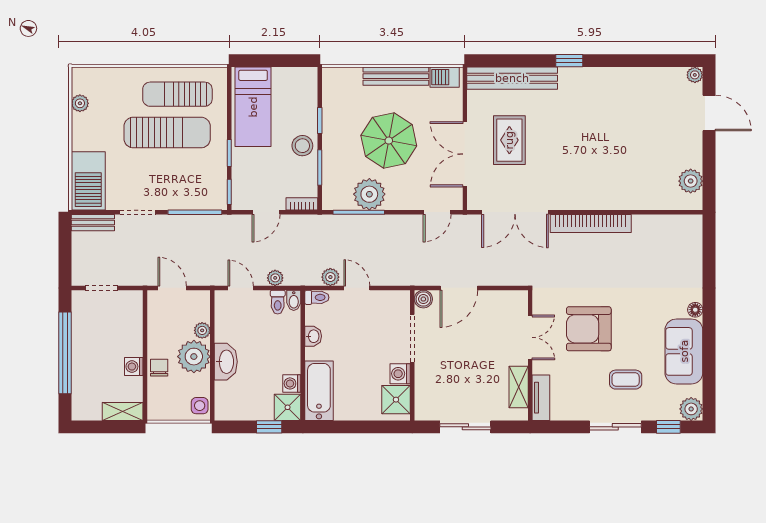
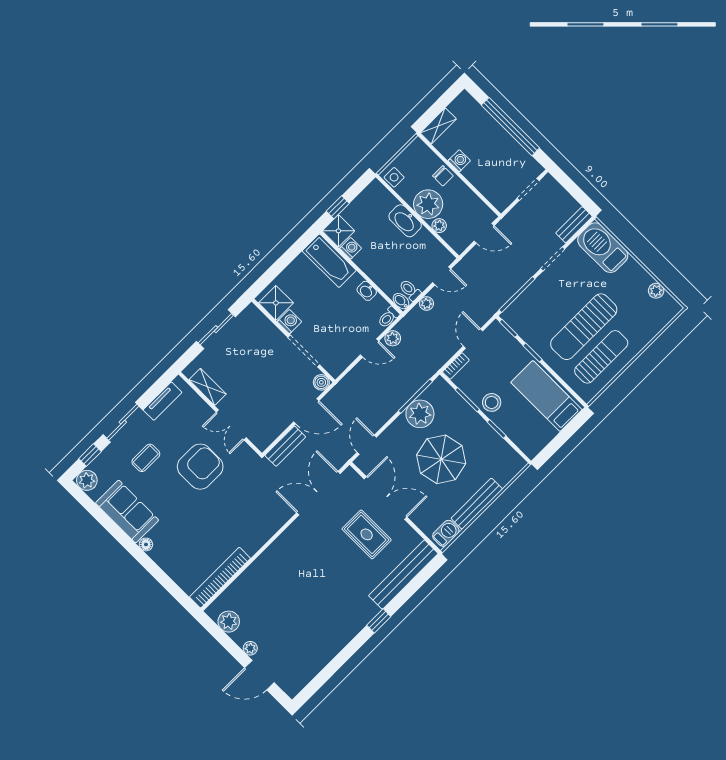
plant: (695, 75) -> (250, 648), moved
bookcase: (591, 223) -> (220, 578), moved
bench: (504, 277) -> (285, 446), added
door: (459, 288) -> (306, 411), swing flipped
tv unit: (541, 398) -> (163, 401), moved, turned -90

